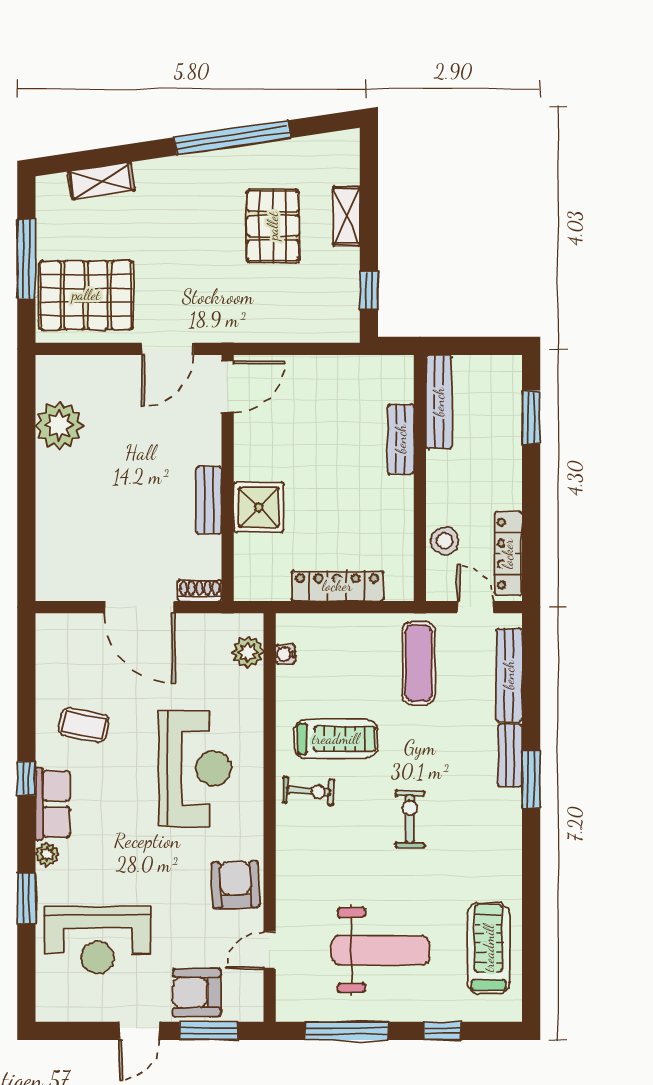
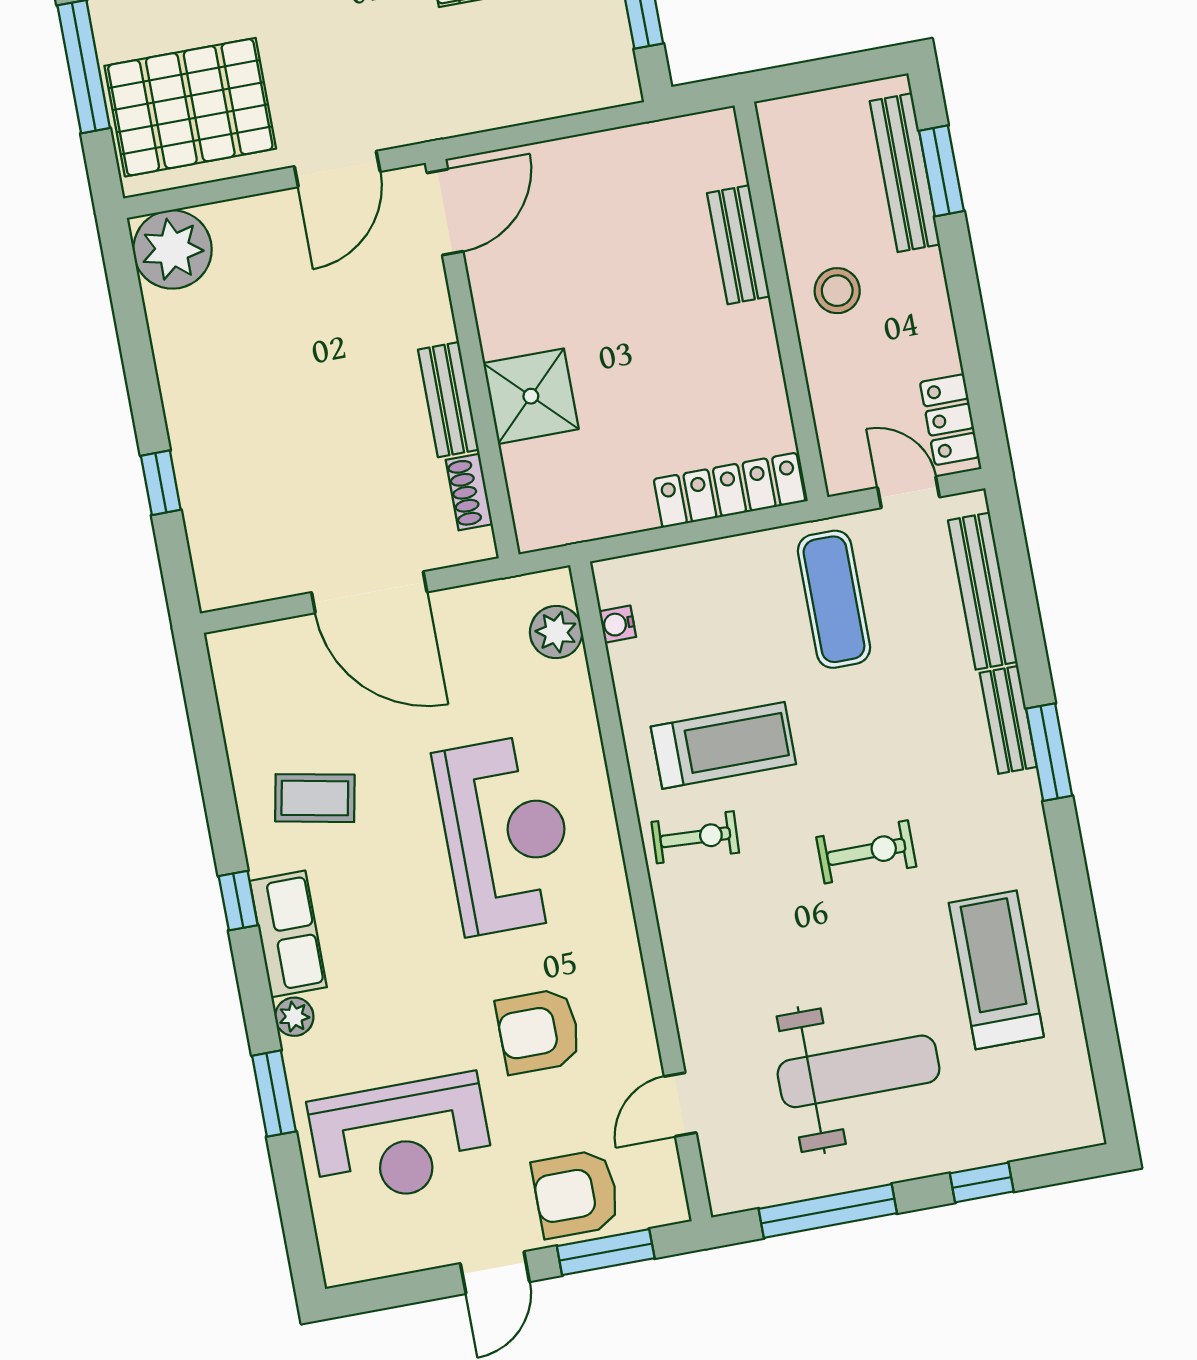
bench: (439, 402) -> (905, 173), moved
plant: (59, 425) -> (172, 249), moved
window: (26, 518) -> (161, 483), added
stool: (445, 541) -> (837, 291), moved
locker: (508, 554) -> (950, 420), width x0.66
locker: (337, 586) -> (729, 490), moved
shoe rack: (200, 591) -> (469, 492), moved, turned -90
exercise bike: (410, 819) -> (866, 852), turned 90
armchair: (235, 885) -> (538, 1031), moved, turned -88
treadmill: (489, 948) -> (996, 970), moved

